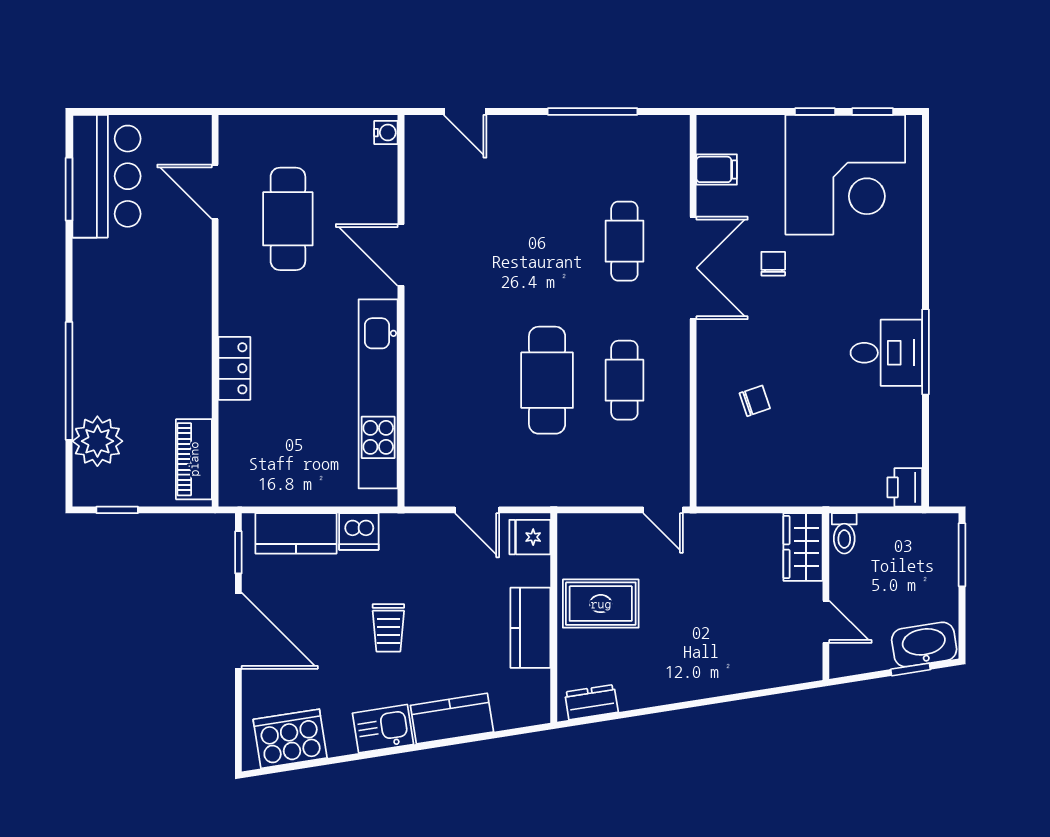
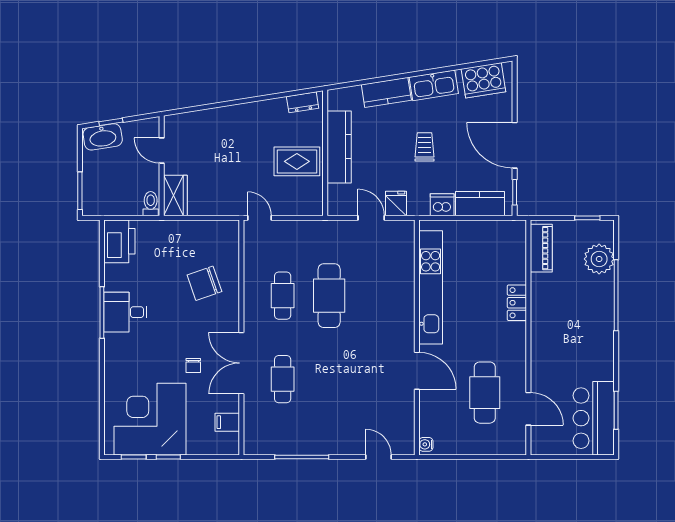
chair: (755, 401) -> (204, 283), width x1.87, depth x1.87
printer: (905, 487) -> (119, 241), width x1.87, depth x1.48
fridge: (530, 537) -> (396, 203), moved, turned -90
kitchen counter: (530, 628) -> (339, 147), width x1.50
kitchen sink: (383, 729) -> (434, 85), width x1.38

